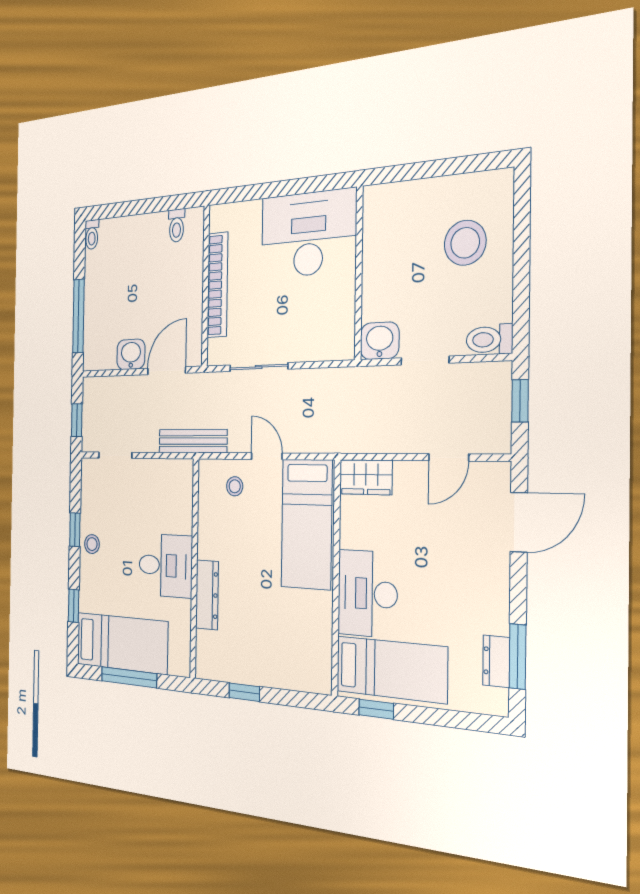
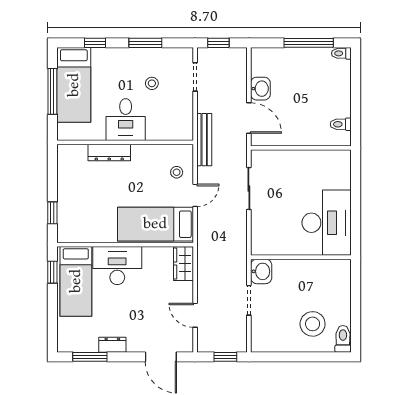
bookcase: (217, 285) -> (301, 157), removed
window: (79, 316) -> (309, 43), moved
toilet: (489, 339) -> (343, 339), moved
window: (75, 530) -> (145, 43), width x1.50
stool: (92, 544) -> (152, 83), moved
dresser: (496, 661) -> (112, 345), moved
window: (244, 692) -> (52, 213), moved

